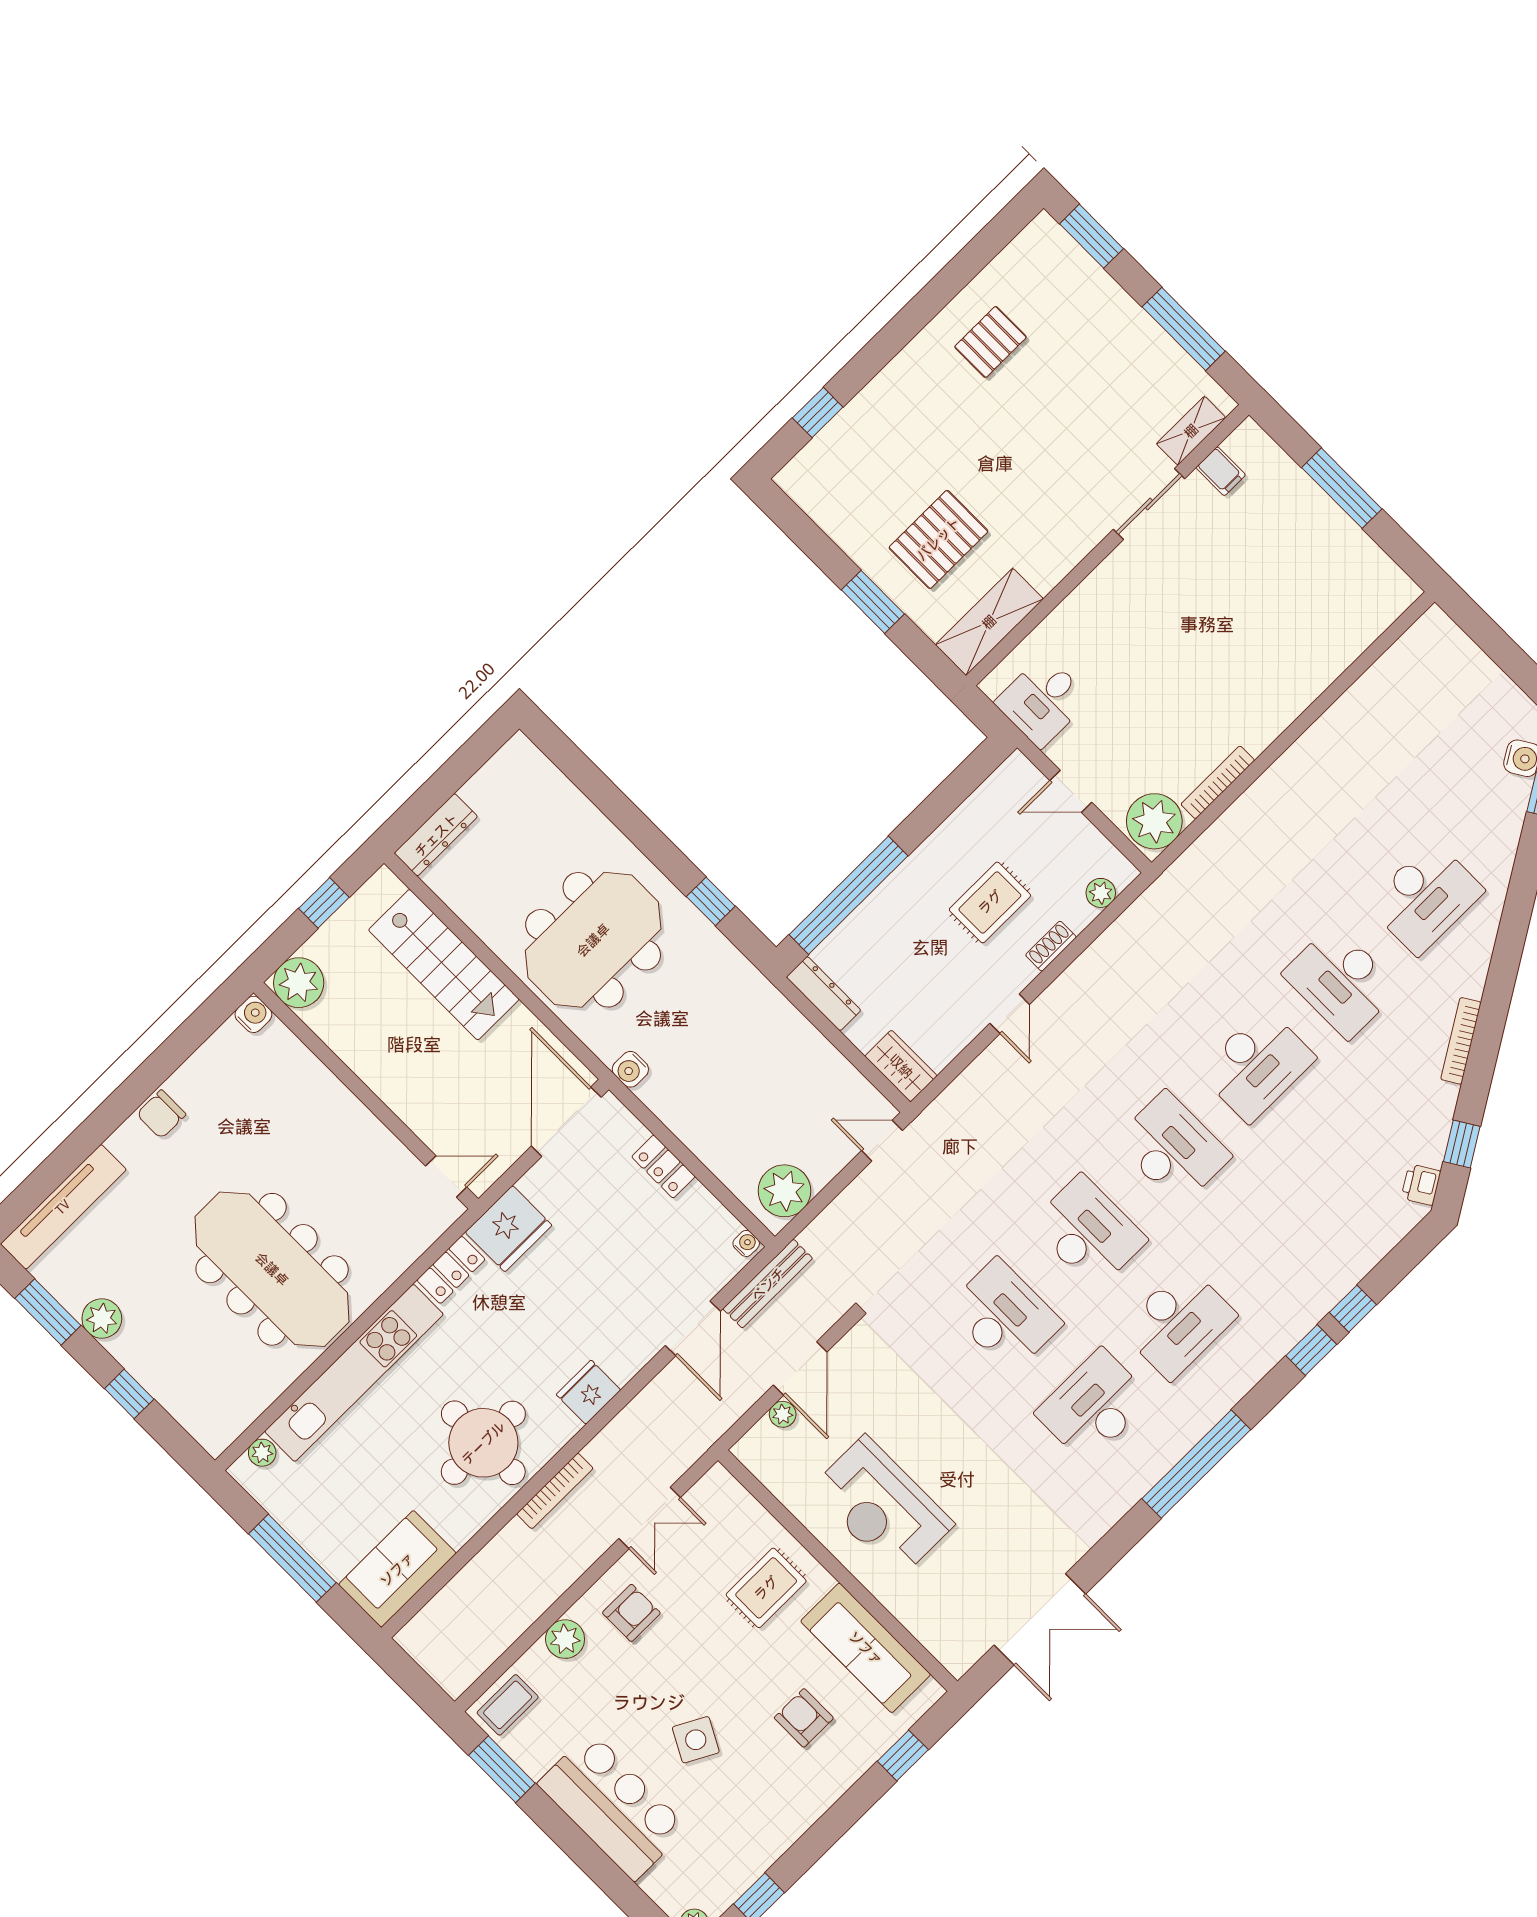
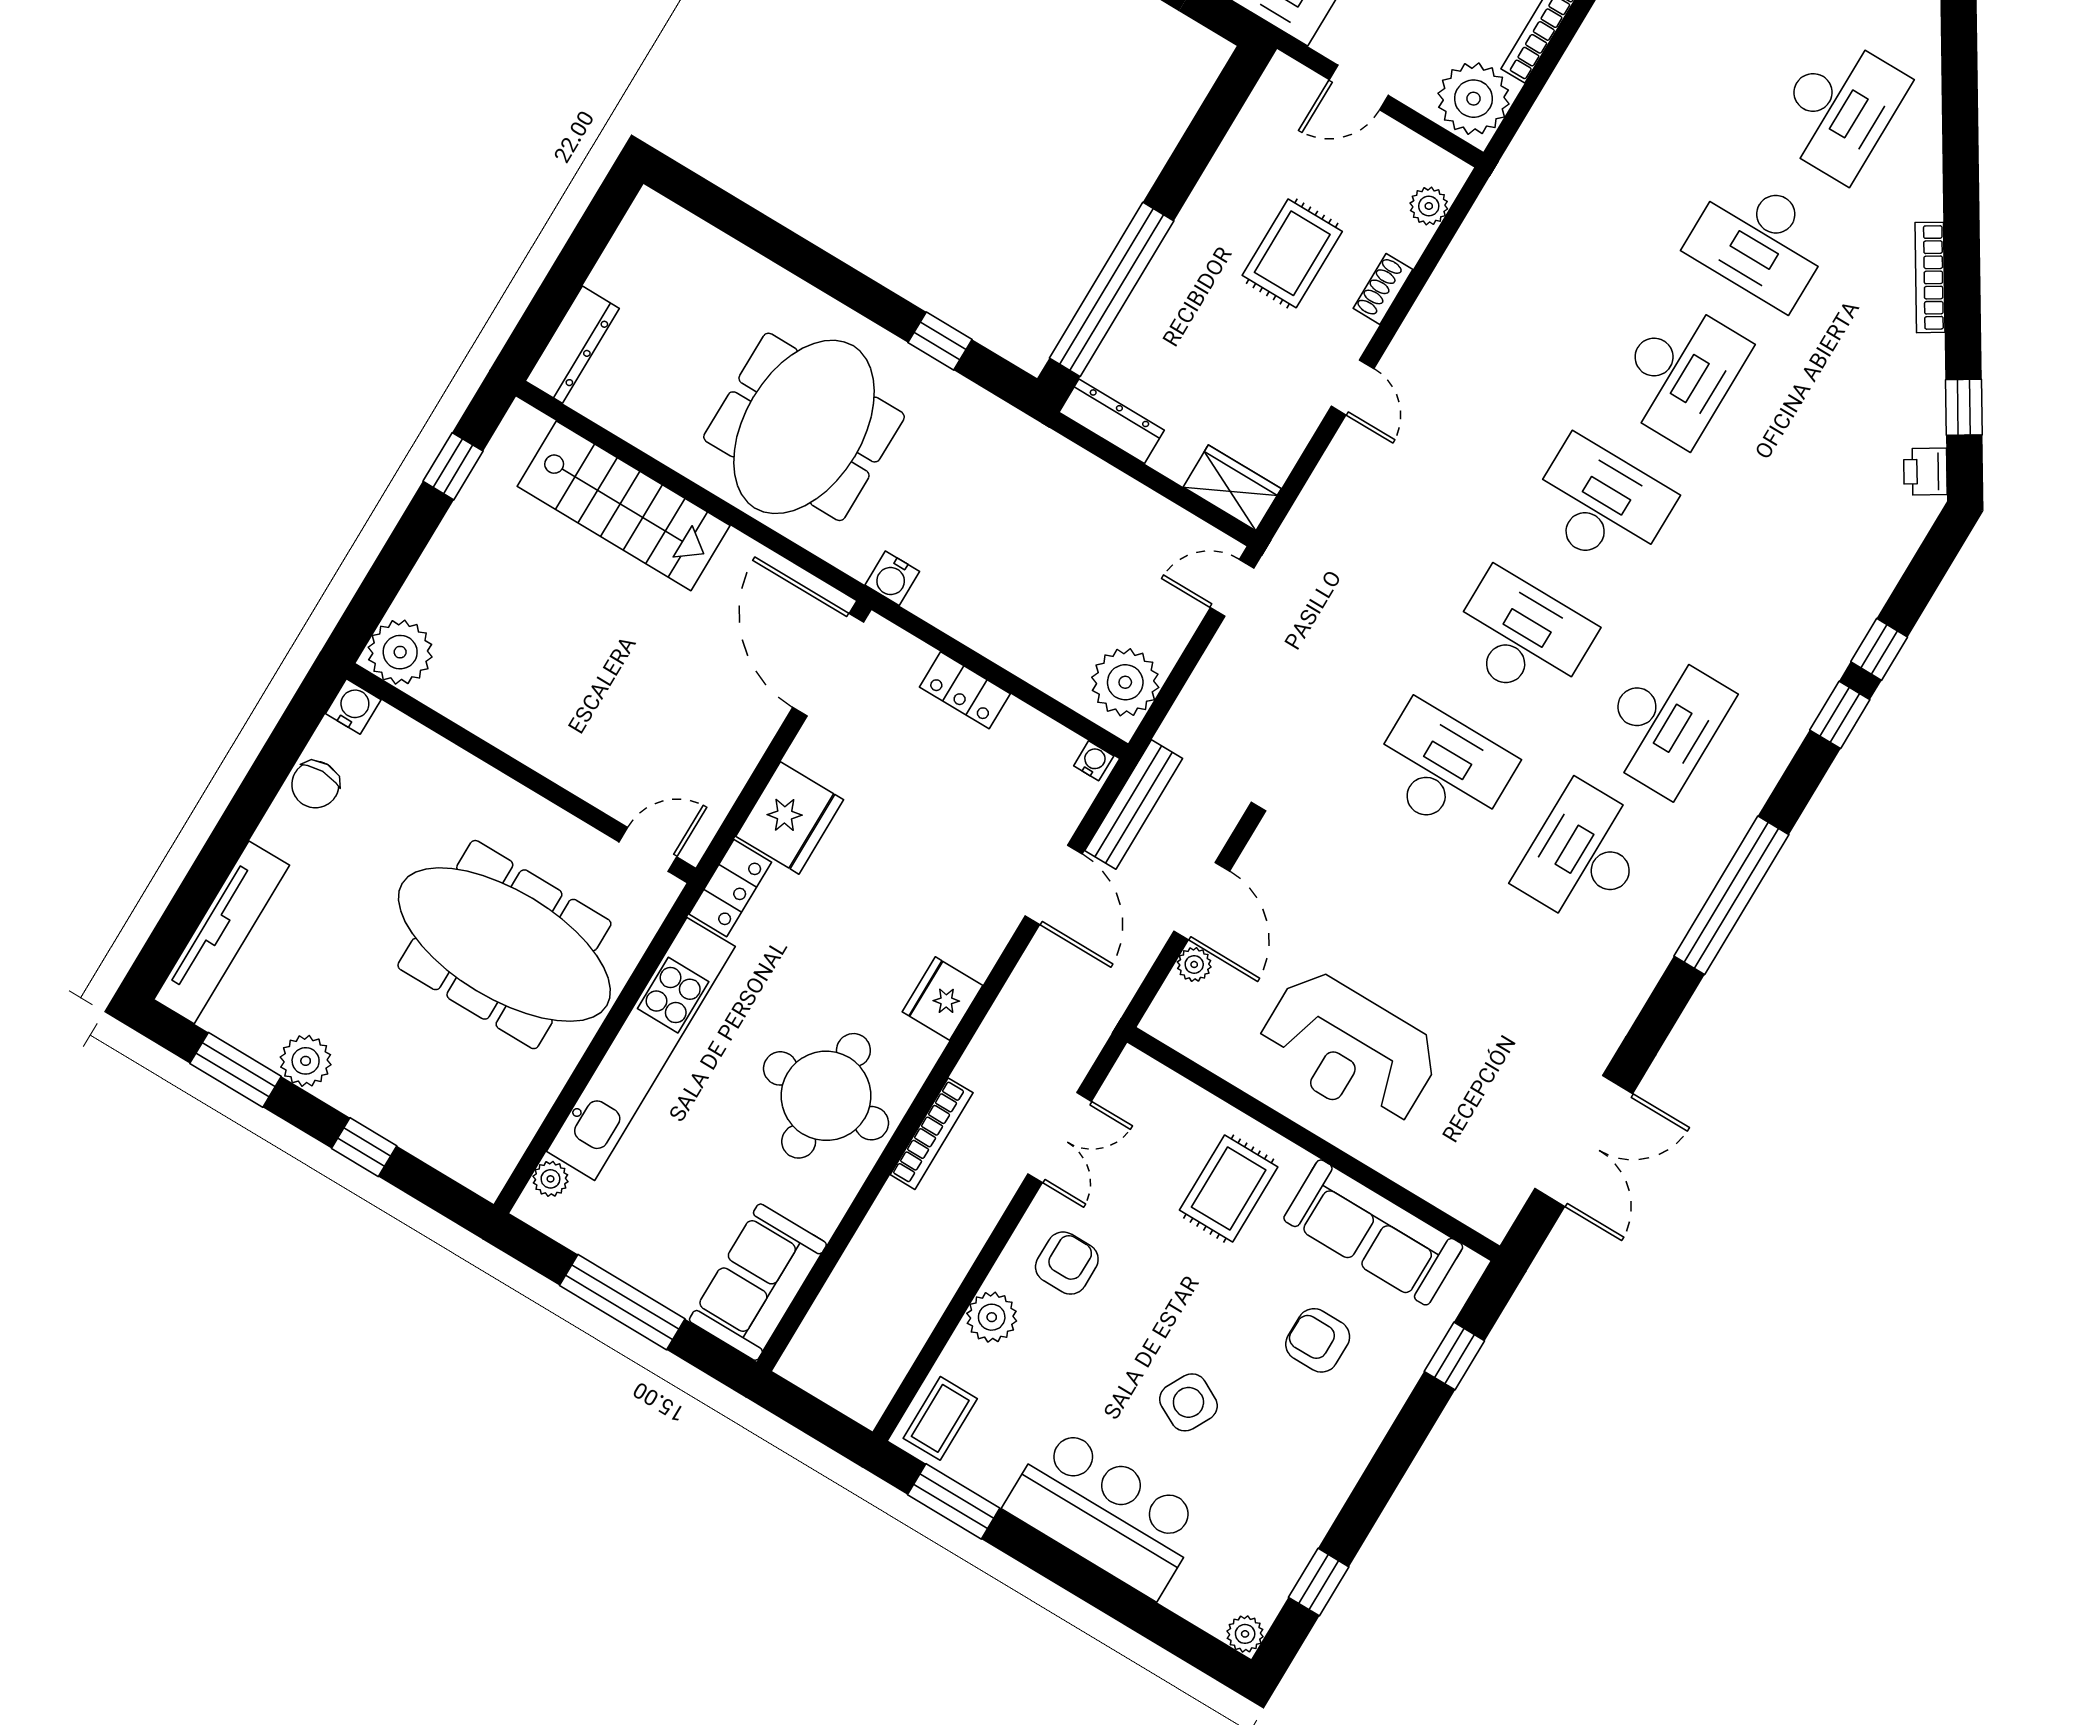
plant: (299, 983) -> (400, 652), moved
water cooler: (253, 1014) -> (353, 707), moved
wall: (366, 1096) -> (521, 773), moved
door: (446, 1177) -> (648, 849), moved

